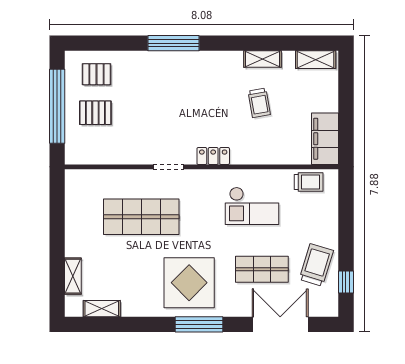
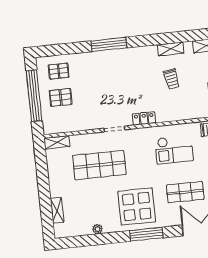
shelving: (102, 309) -> (57, 142), moved
plant: (129, 310) -> (98, 229), added

